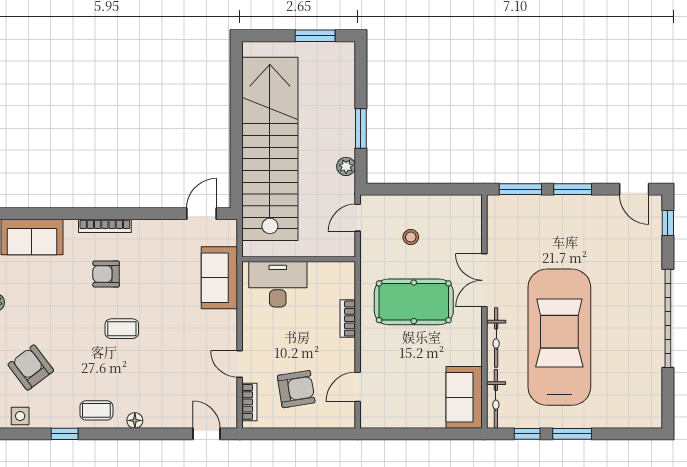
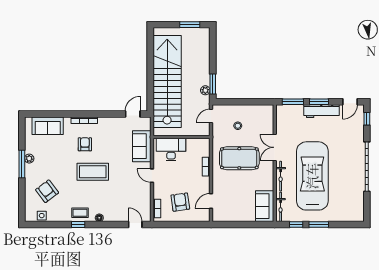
window: (361, 129) -> (213, 84), moved
door: (634, 189) -> (350, 102), hinge flipped
workbench: (577, 208) -> (321, 111), added
armchair: (106, 274) -> (85, 144), turned 90
coffee table: (122, 329) -> (93, 172), width x1.86, depth x1.72
door: (240, 364) -> (152, 176), moved
armchair: (296, 389) -> (180, 202), turned -89
window: (65, 434) -> (78, 225), moved

